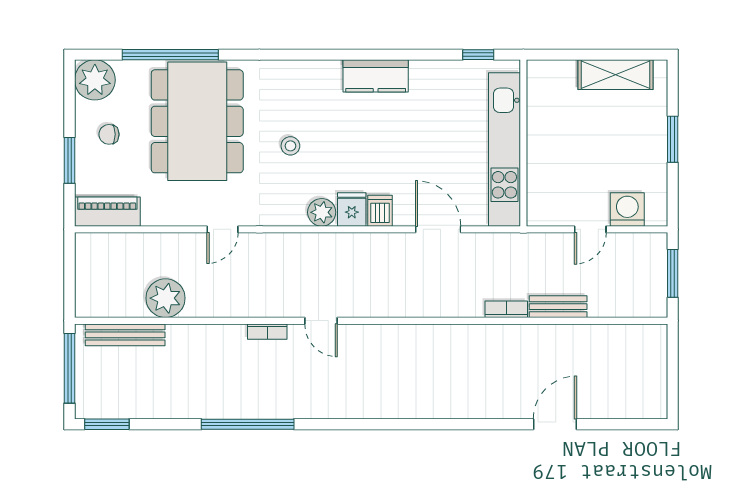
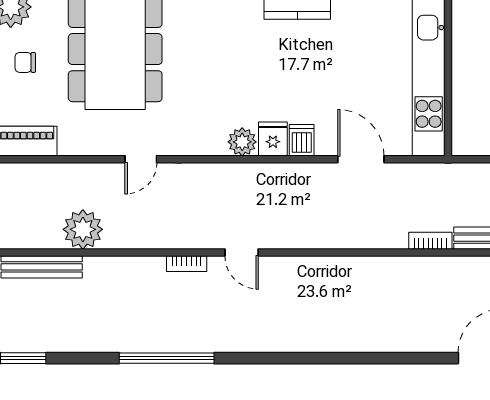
stool: (290, 146) -> (210, 74), removed

